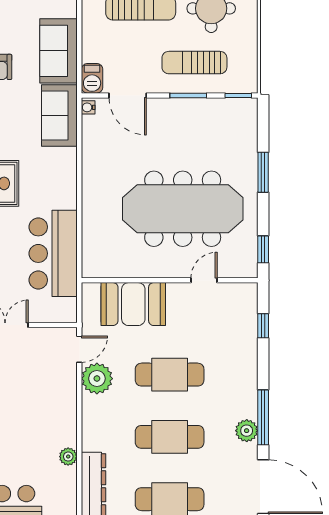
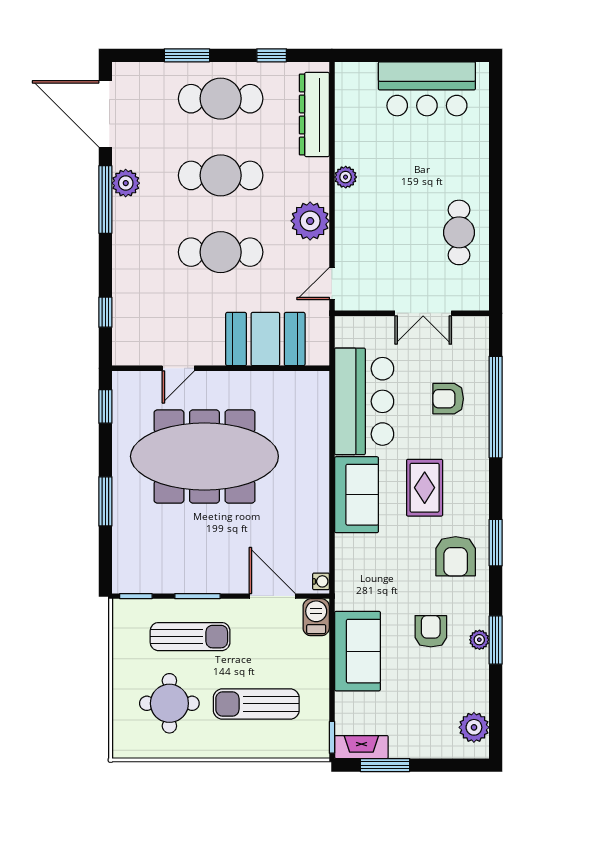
sofa: (59, 116) -> (356, 495), moved
plant: (97, 379) -> (310, 221), moved
plant: (68, 457) -> (346, 177), moved

